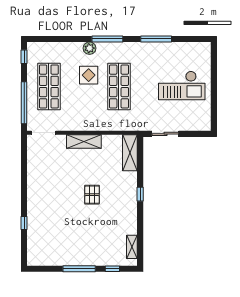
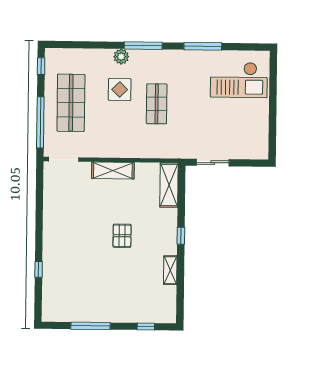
shop shelf: (119, 86) -> (157, 104), width x0.70, depth x0.74
checkout: (182, 86) -> (239, 80), moved
shelving: (132, 247) -> (170, 270), moved
window: (79, 269) -> (90, 326), moved

